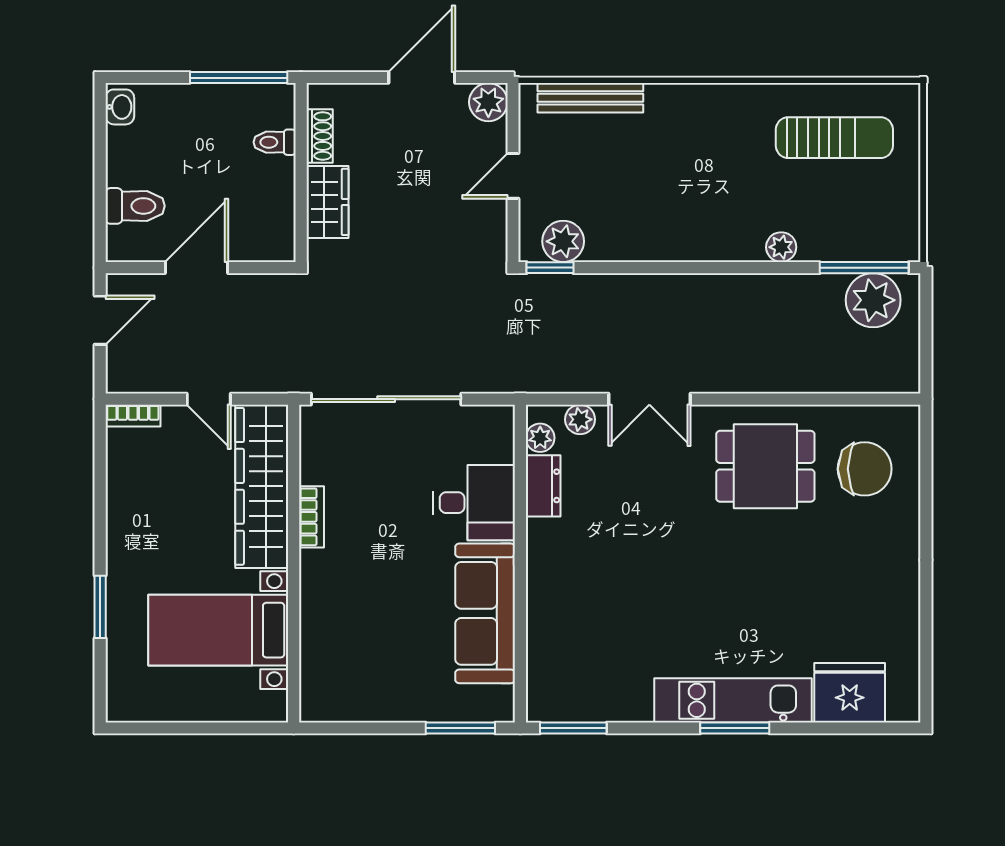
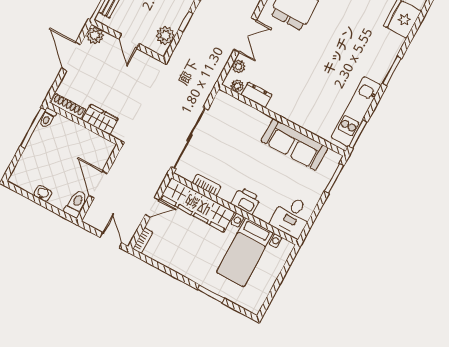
washbasin: (120, 107) -> (43, 193), moved
shoe rack: (320, 136) -> (68, 106), width x1.43
toilet: (275, 142) -> (47, 118), moved
toilet: (135, 206) -> (76, 204), moved
window: (550, 268) -> (186, 22), moved
door: (100, 320) -> (111, 240), moved
desk: (474, 503) -> (292, 216), moved, turned 180
bookcase: (311, 517) -> (207, 185), moved
printer: (322, 577) -> (246, 201), added
kitchen unit: (733, 700) -> (356, 112), moved

